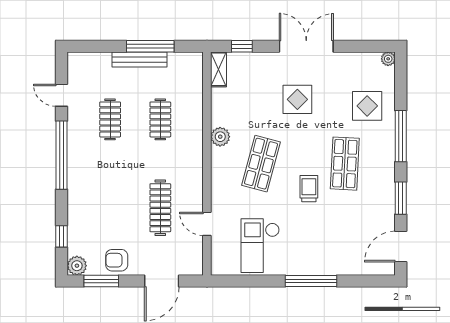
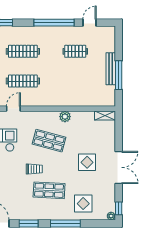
window: (242, 46) -> (119, 208), moved
clothes rail: (160, 119) -> (23, 51), moved, width x1.36

